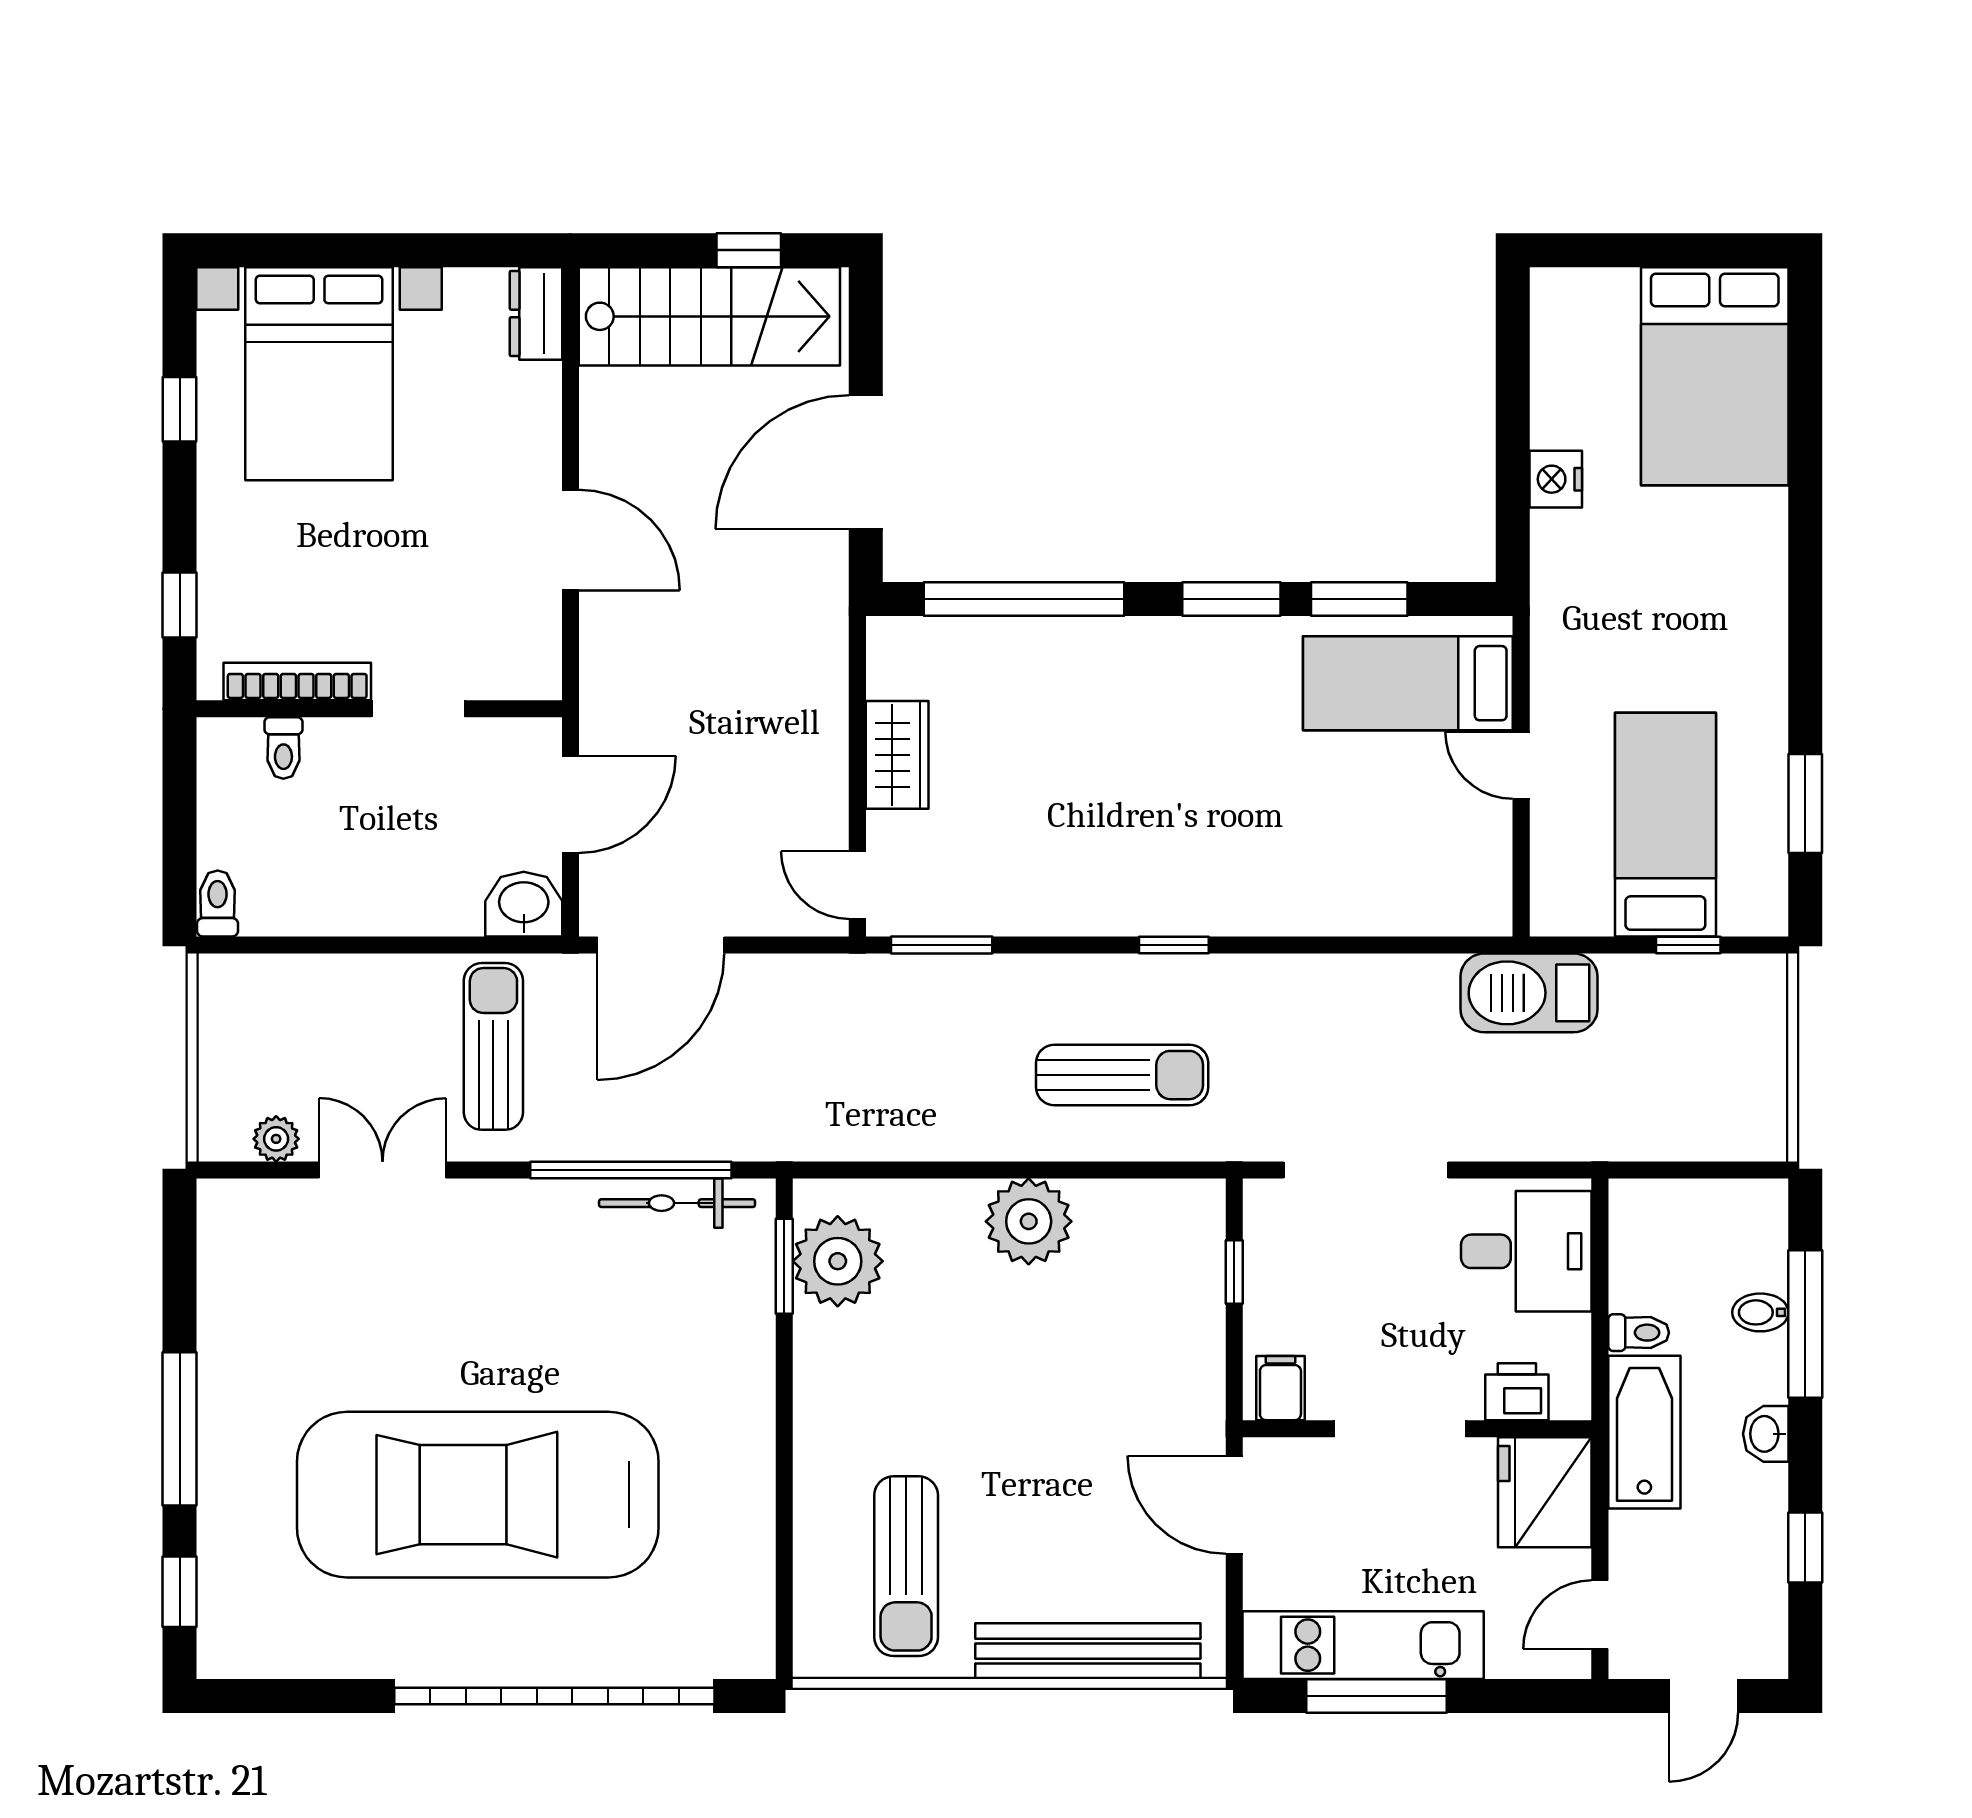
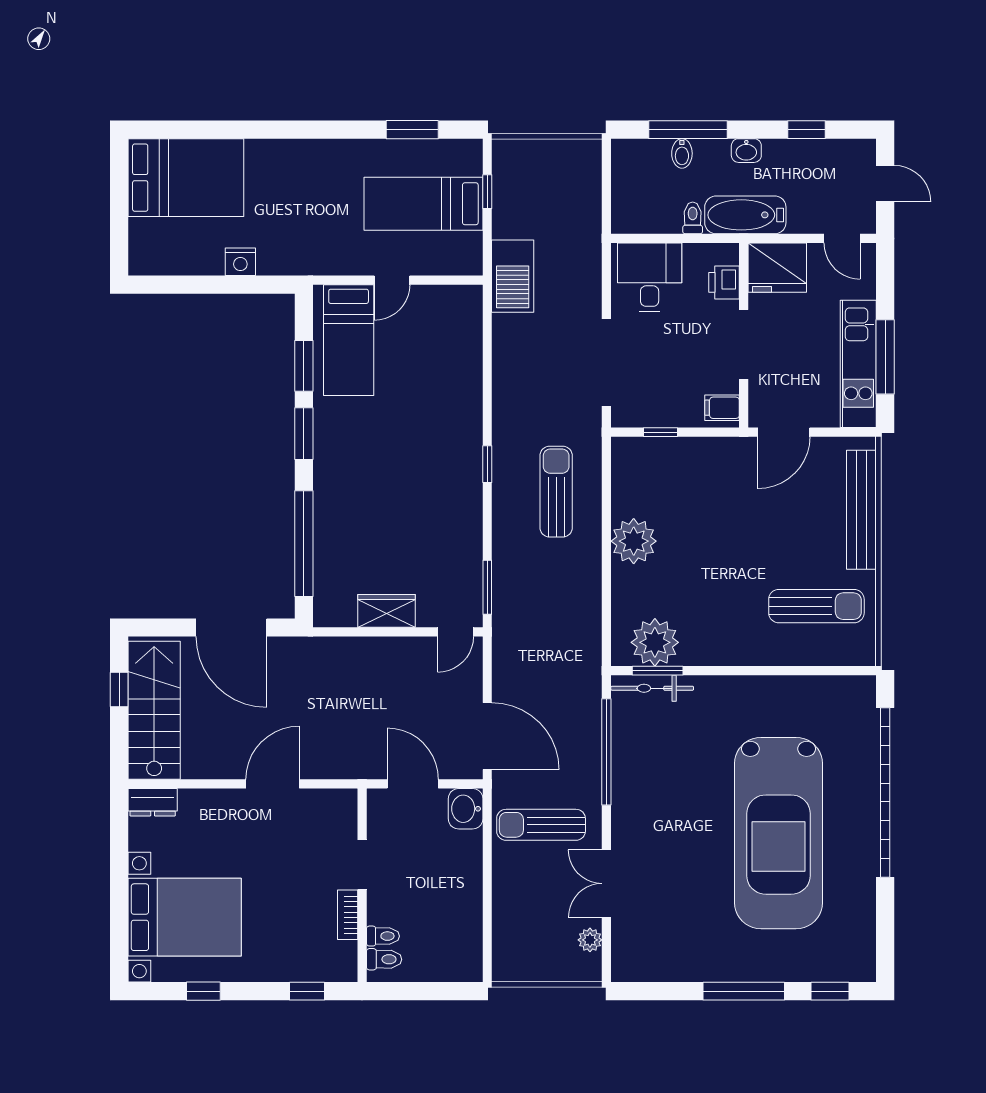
bookcase: (297, 681) -> (348, 915), width x0.64
toilet: (218, 903) -> (384, 959), moved, turned 180
bicycle: (677, 1203) -> (652, 688), moved, turned 90

